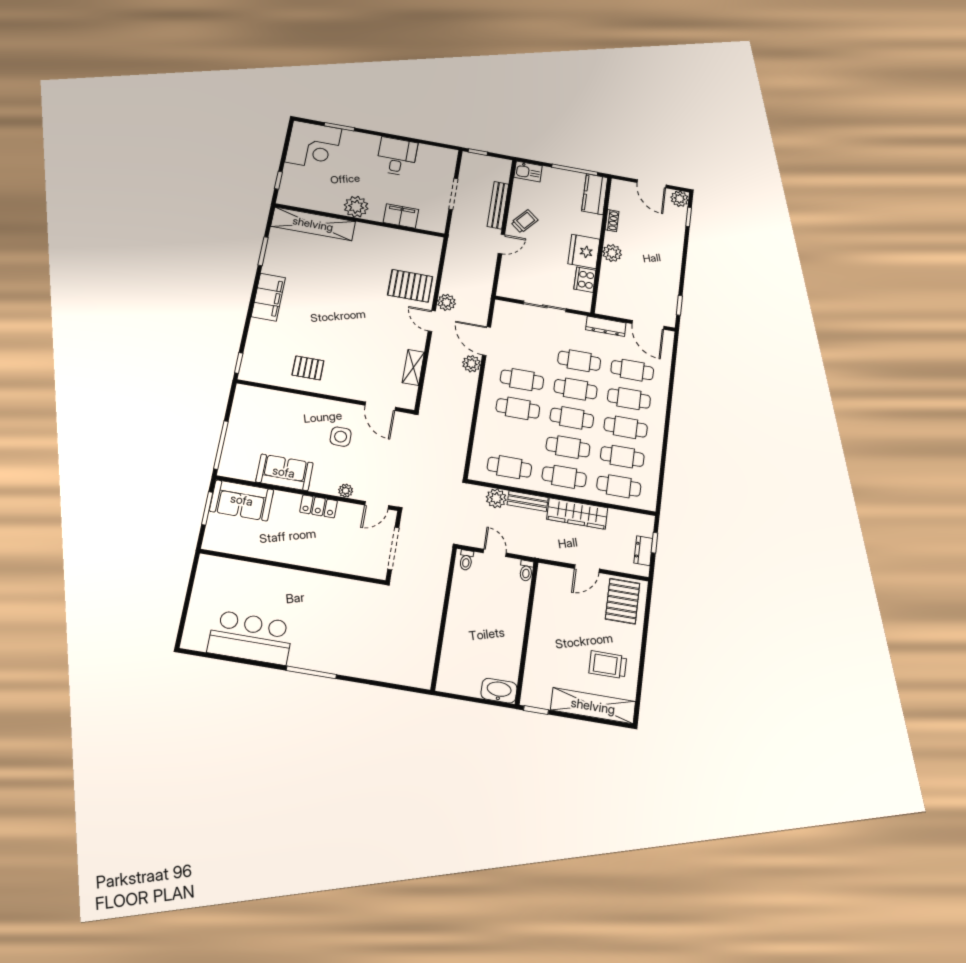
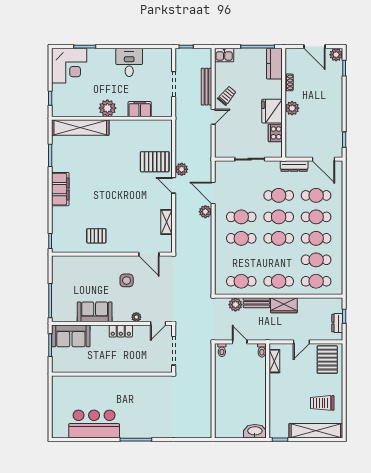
cafe table: (568, 447) -> (279, 260), removed
wardrobe: (577, 513) -> (284, 305), width x0.67
shelving: (543, 590) -> (274, 361), added

